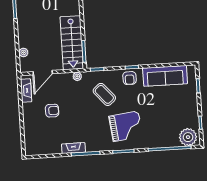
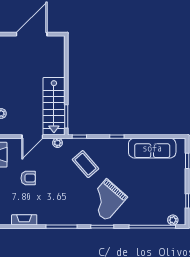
door: (43, 73) -> (32, 137), moved
armchair: (130, 78) -> (114, 148), removed
grand piano: (126, 126) -> (107, 200), turned 138
plant: (188, 137) -> (173, 220), width x0.53, depth x0.53
fireplace: (74, 148) -> (24, 220), moved

